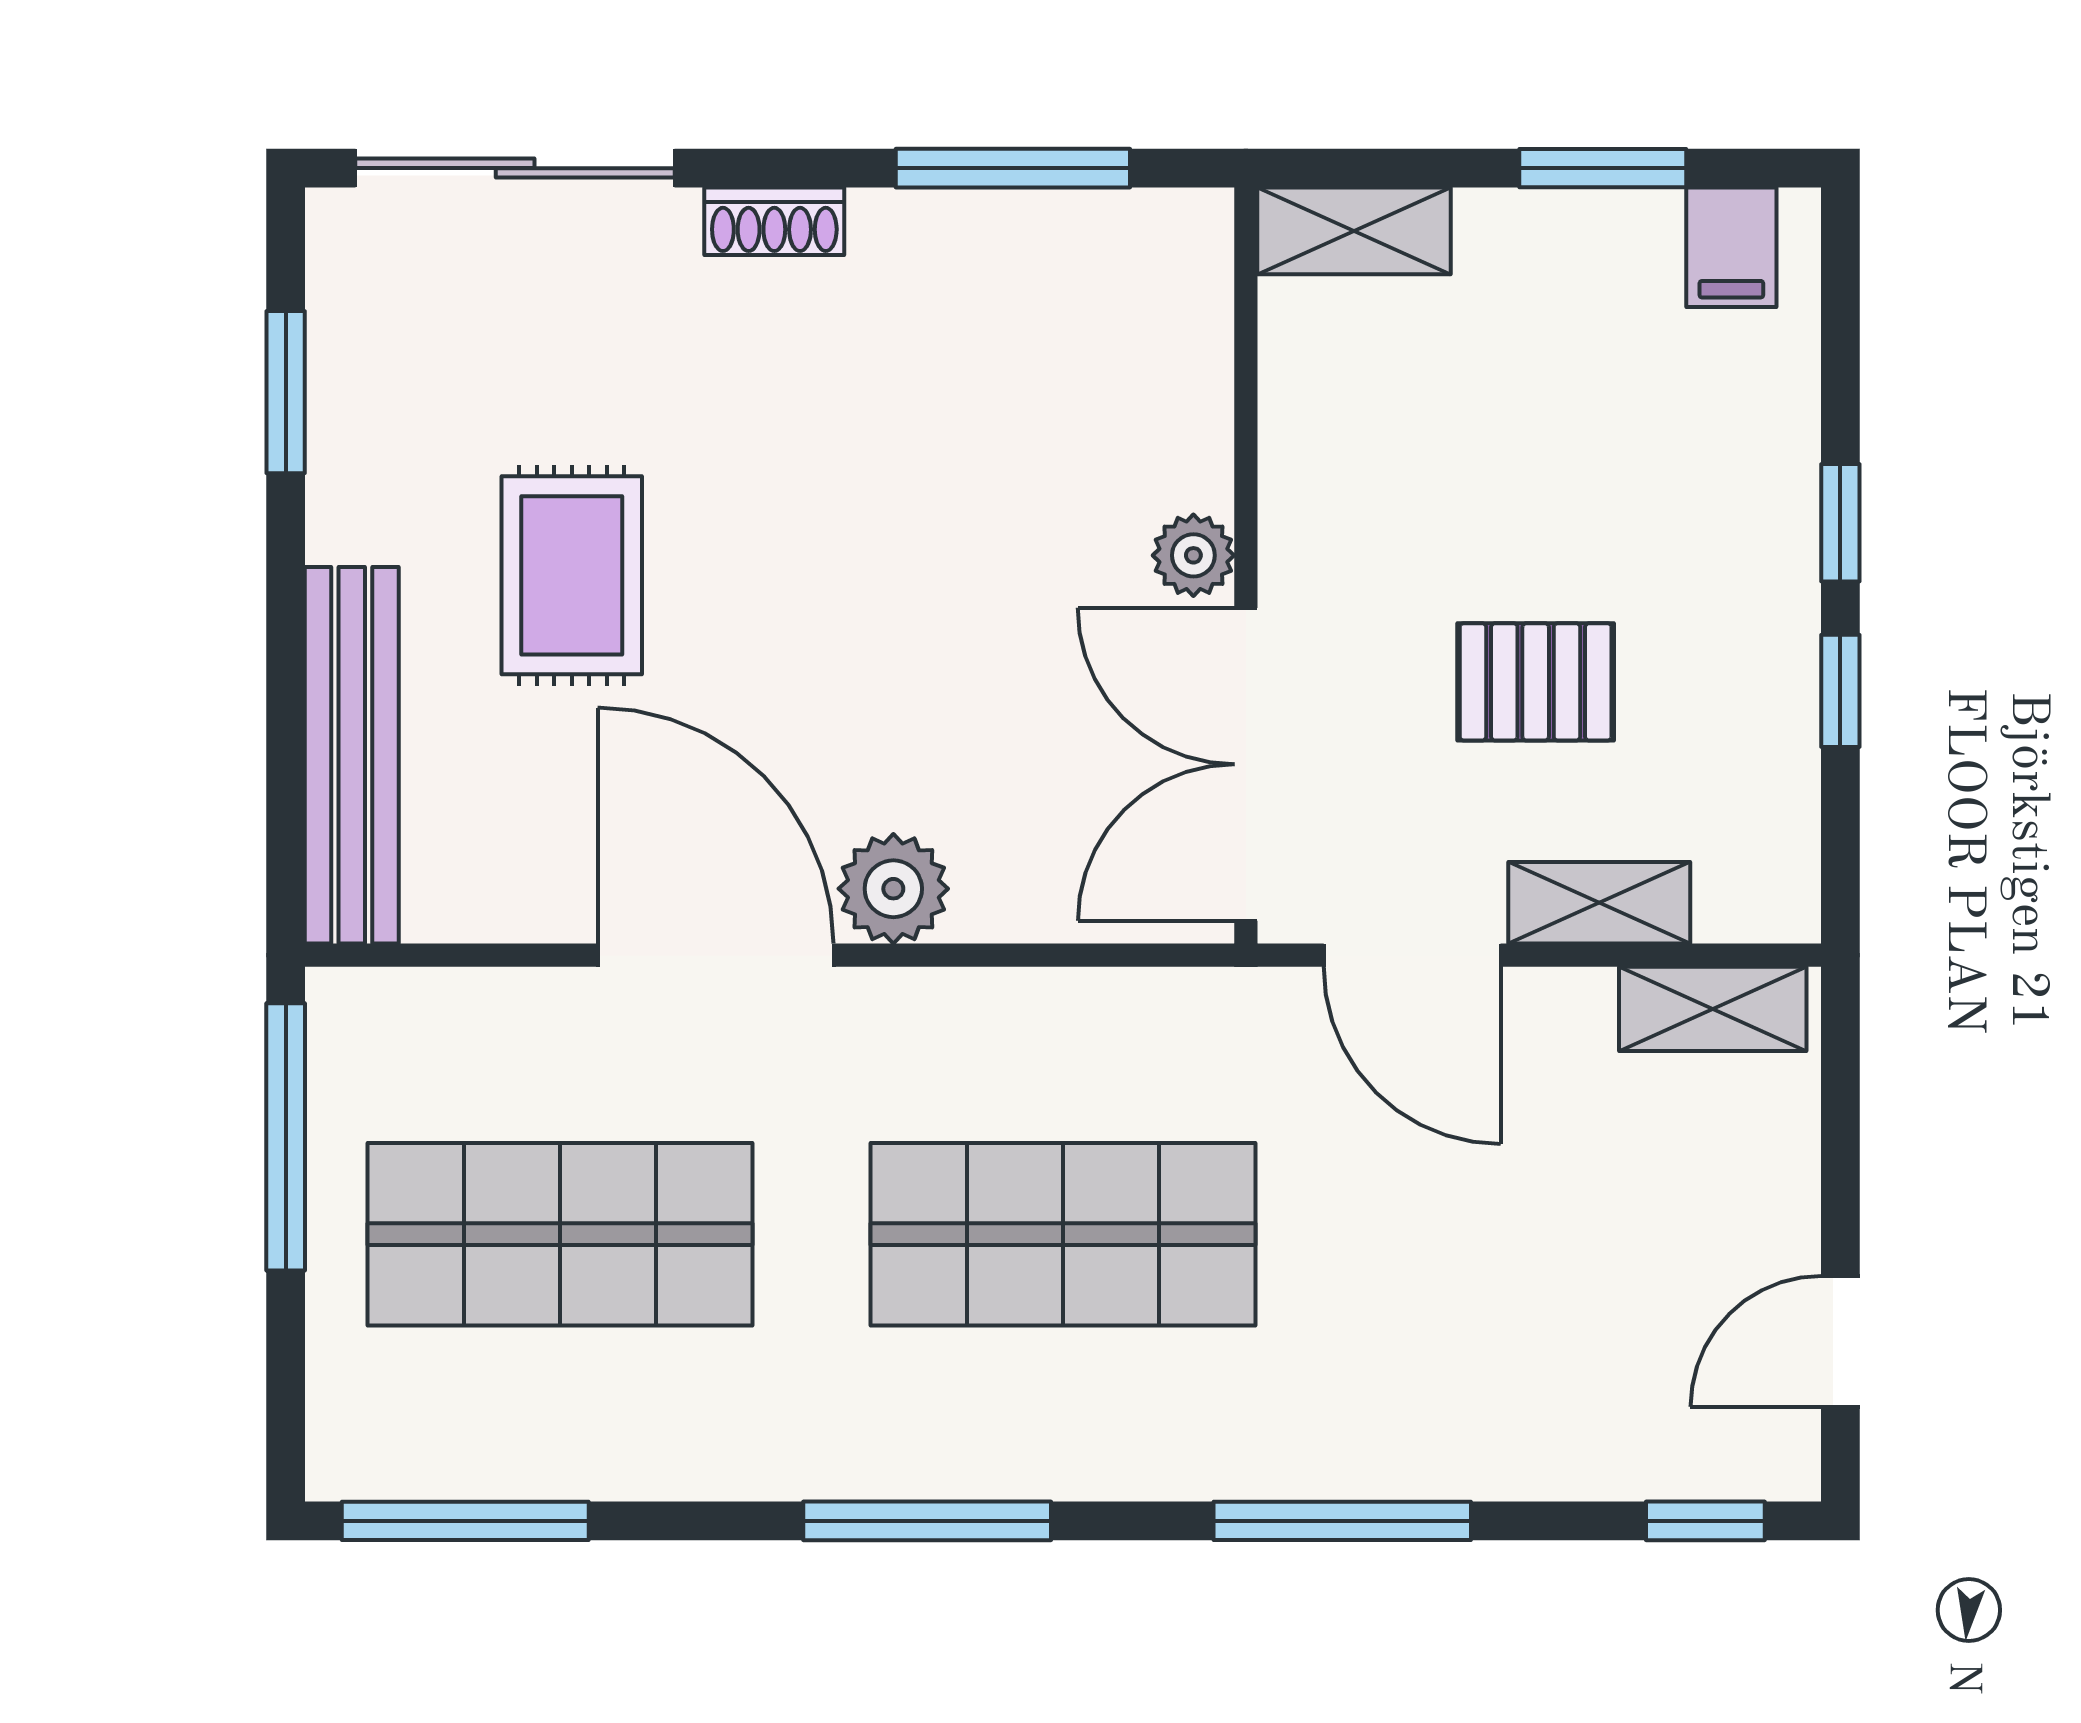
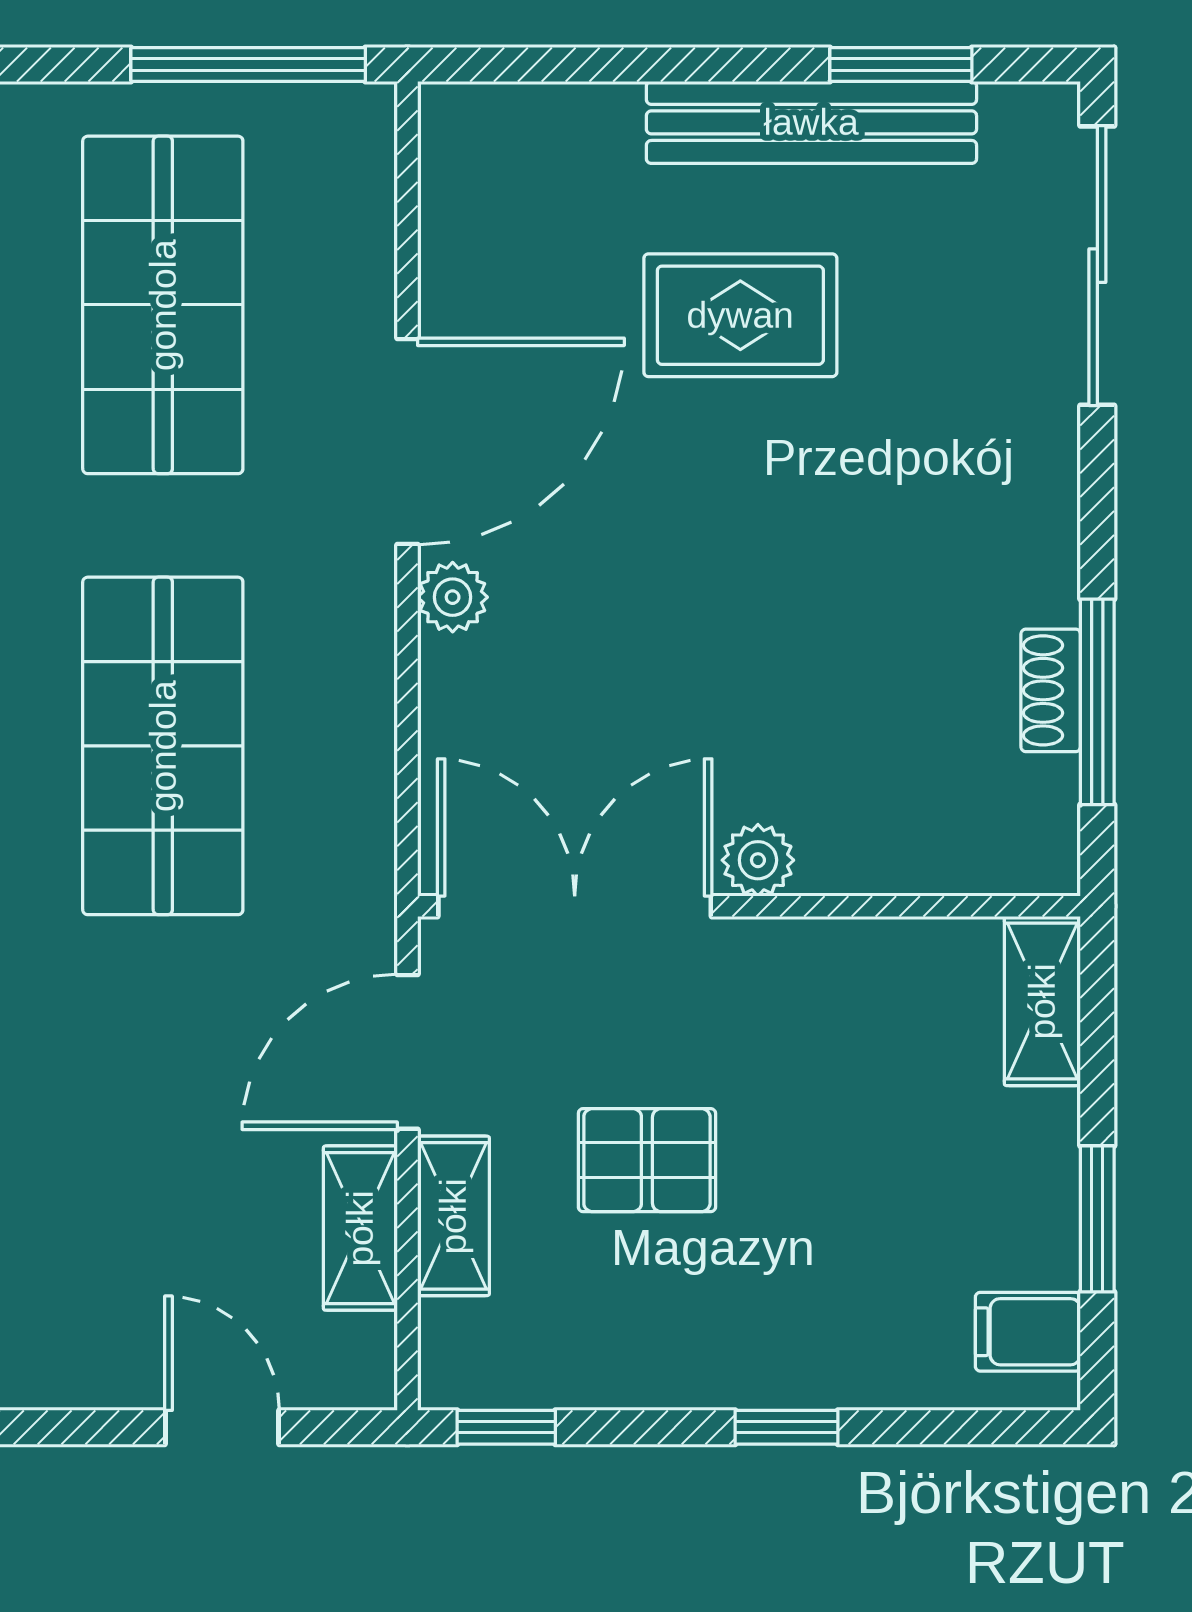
shoe rack: (774, 221) -> (1051, 690), moved
pallet: (1536, 682) -> (647, 1160), turned 90
window: (1840, 691) -> (506, 1427), moved
bench: (352, 755) -> (811, 122), moved
plant: (893, 889) -> (453, 597), width x0.73, depth x0.73
shelving: (1713, 1009) -> (360, 1228), moved
door: (1840, 1341) -> (222, 1427), moved

